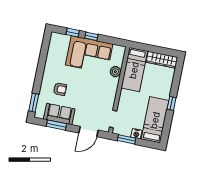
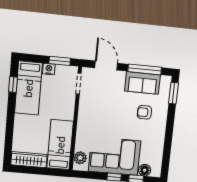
floor lamp: (64, 39) -> (145, 170), added
plant: (115, 72) -> (80, 158), moved
window: (172, 103) -> (13, 85), moved
window: (56, 125) -> (145, 69), width x1.44
door: (88, 132) -> (106, 66), hinge flipped

